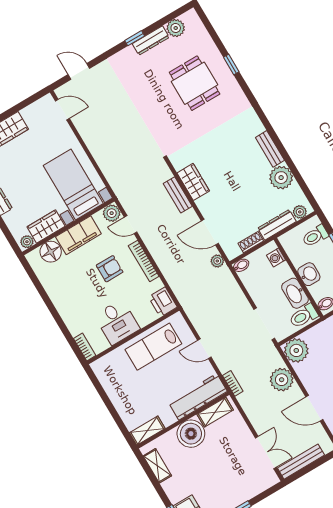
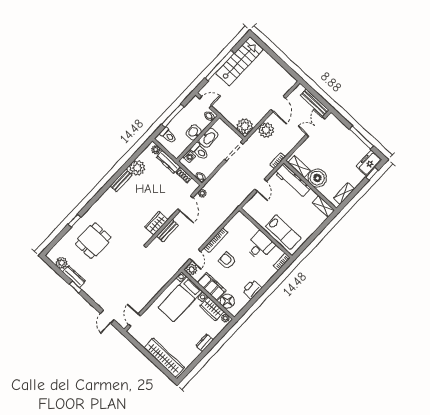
printer: (163, 302) -> (252, 289), moved, turned 180
toilet: (304, 316) -> (200, 151), moved
lab bench: (153, 347) -> (283, 232), moved

